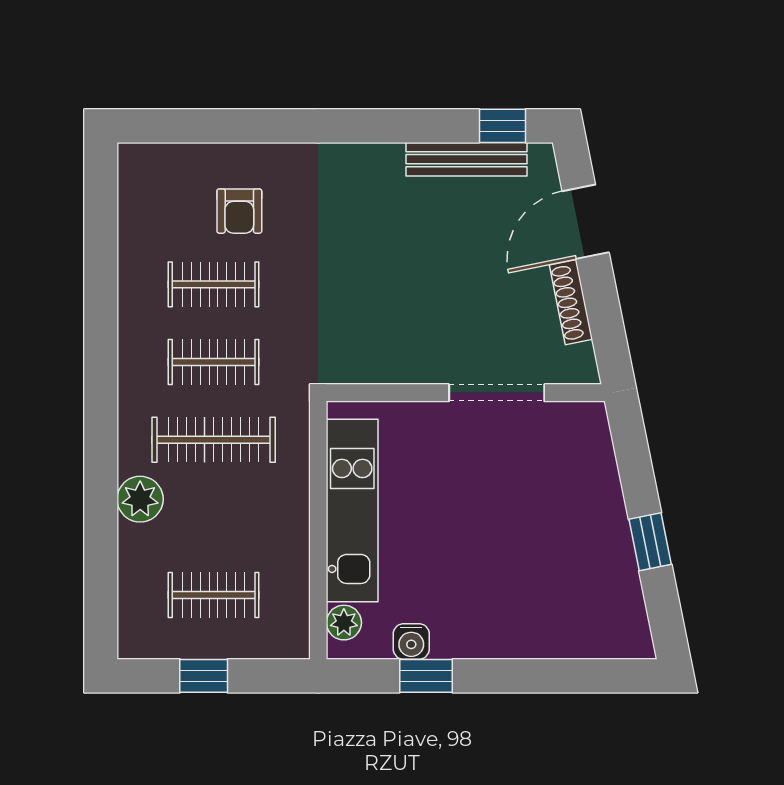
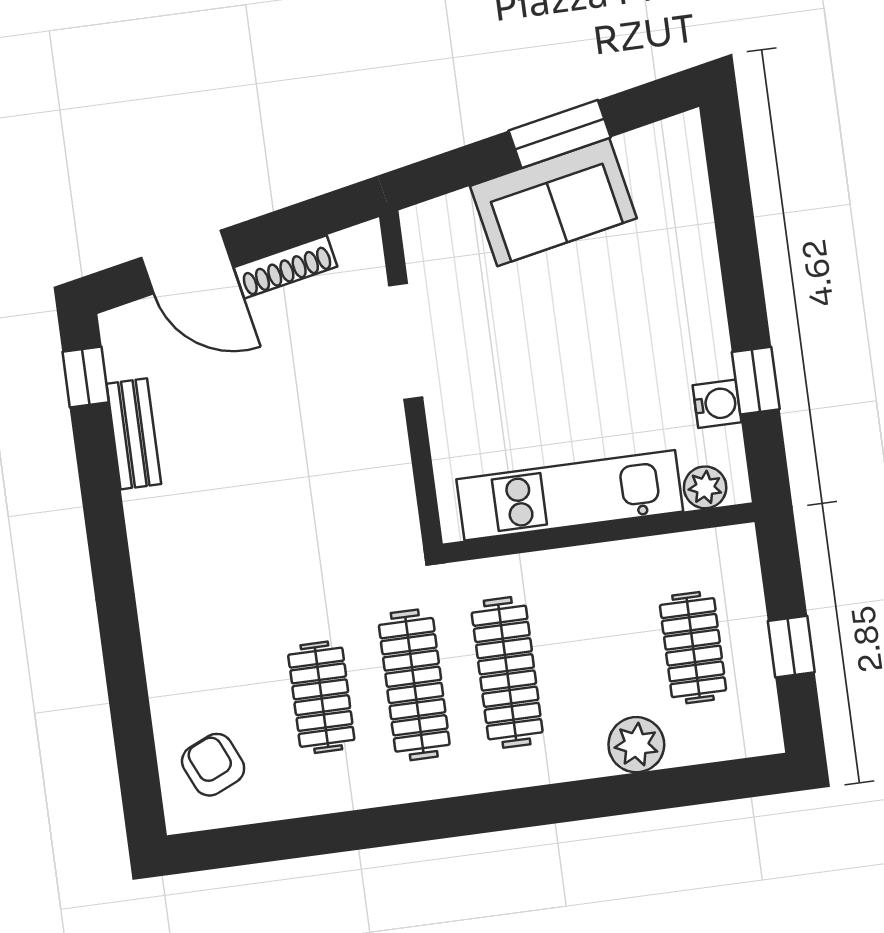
bench: (467, 159) -> (134, 434), width x0.73
armchair: (239, 211) -> (213, 765), moved, turned -114
clothes rail: (214, 362) -> (414, 685), width x1.36
plant: (140, 499) -> (636, 745), moved
sofa: (595, 529) -> (553, 202), added
window: (650, 542) -> (560, 134), width x1.50

